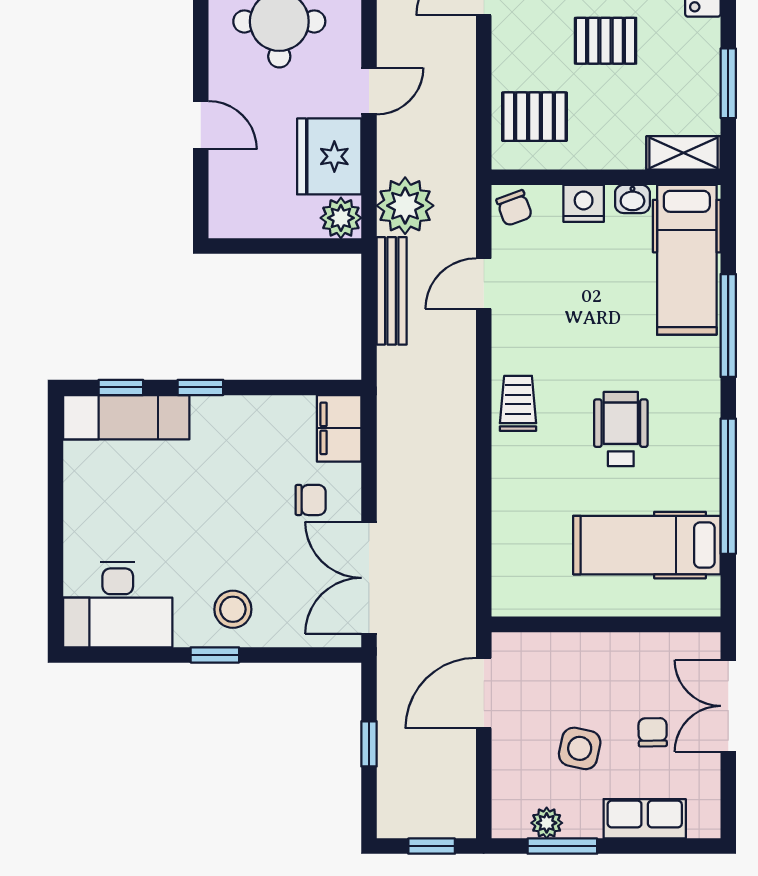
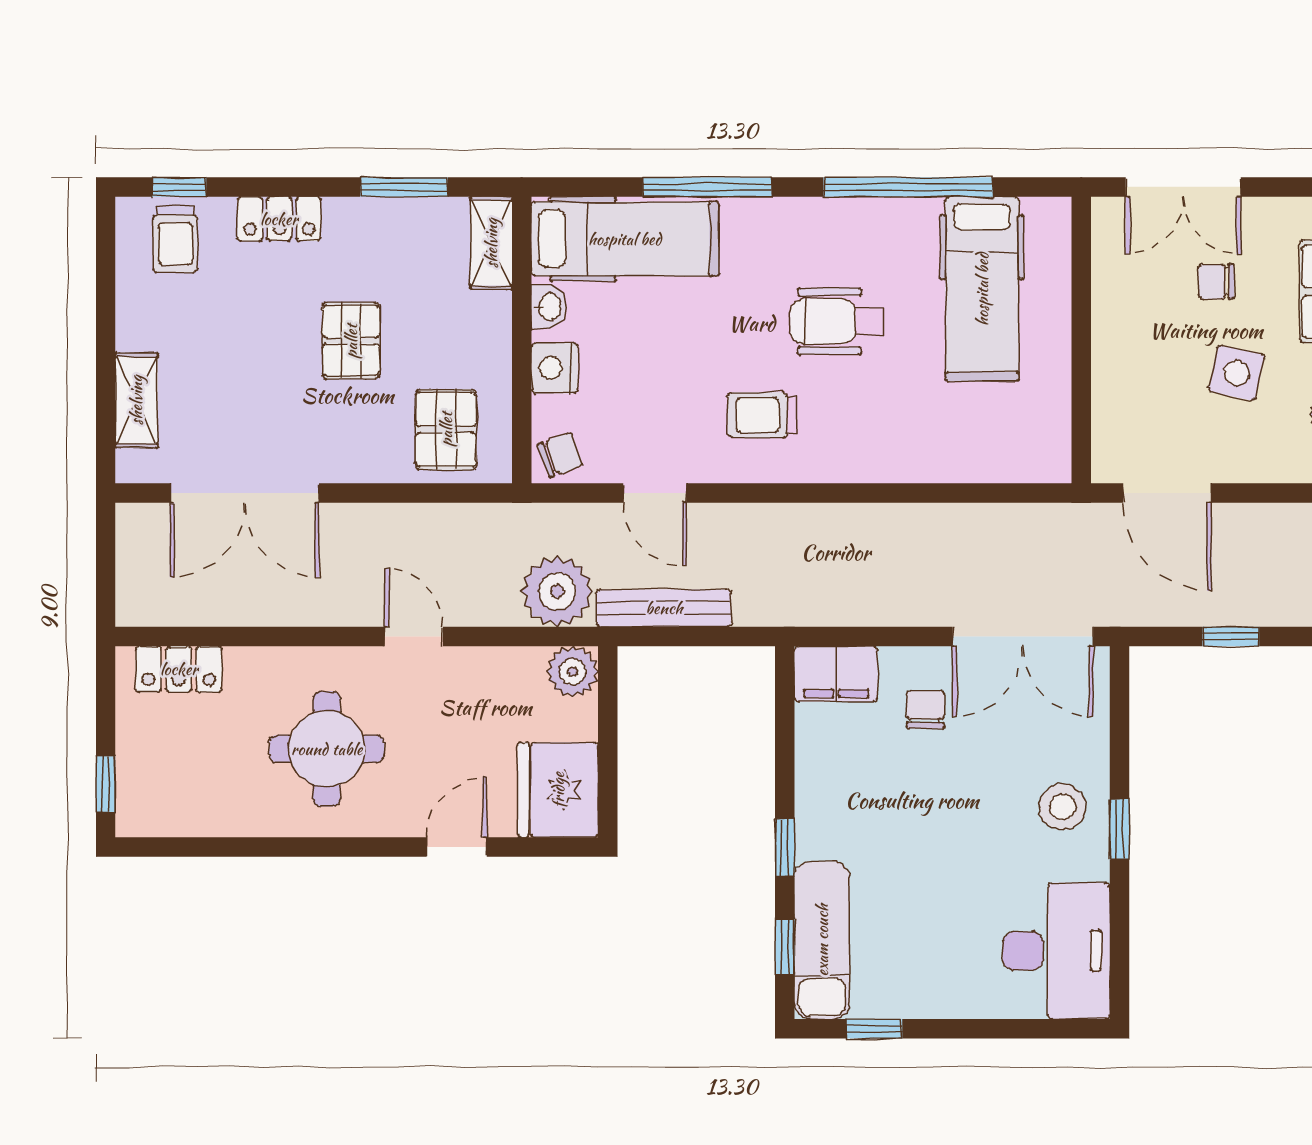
fridge: (329, 156) -> (558, 790), moved, turned 90
trolley: (518, 403) -> (762, 415), moved
window: (56, 459) -> (874, 1029), added

